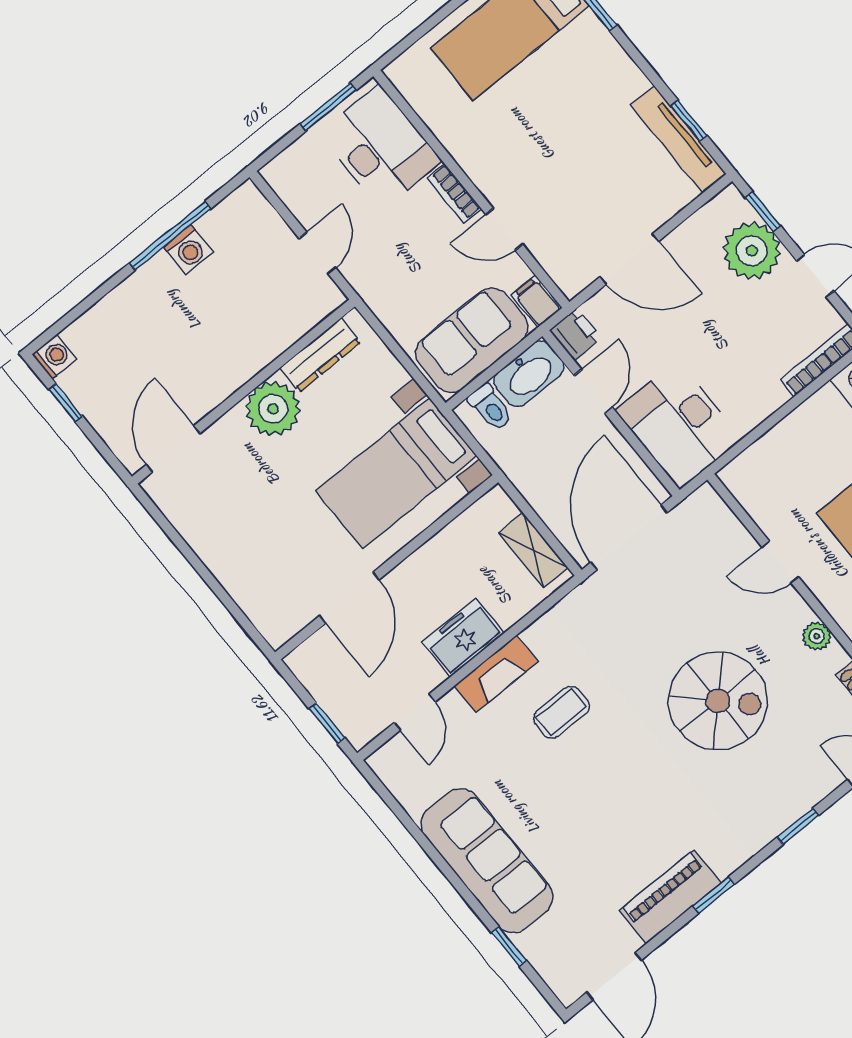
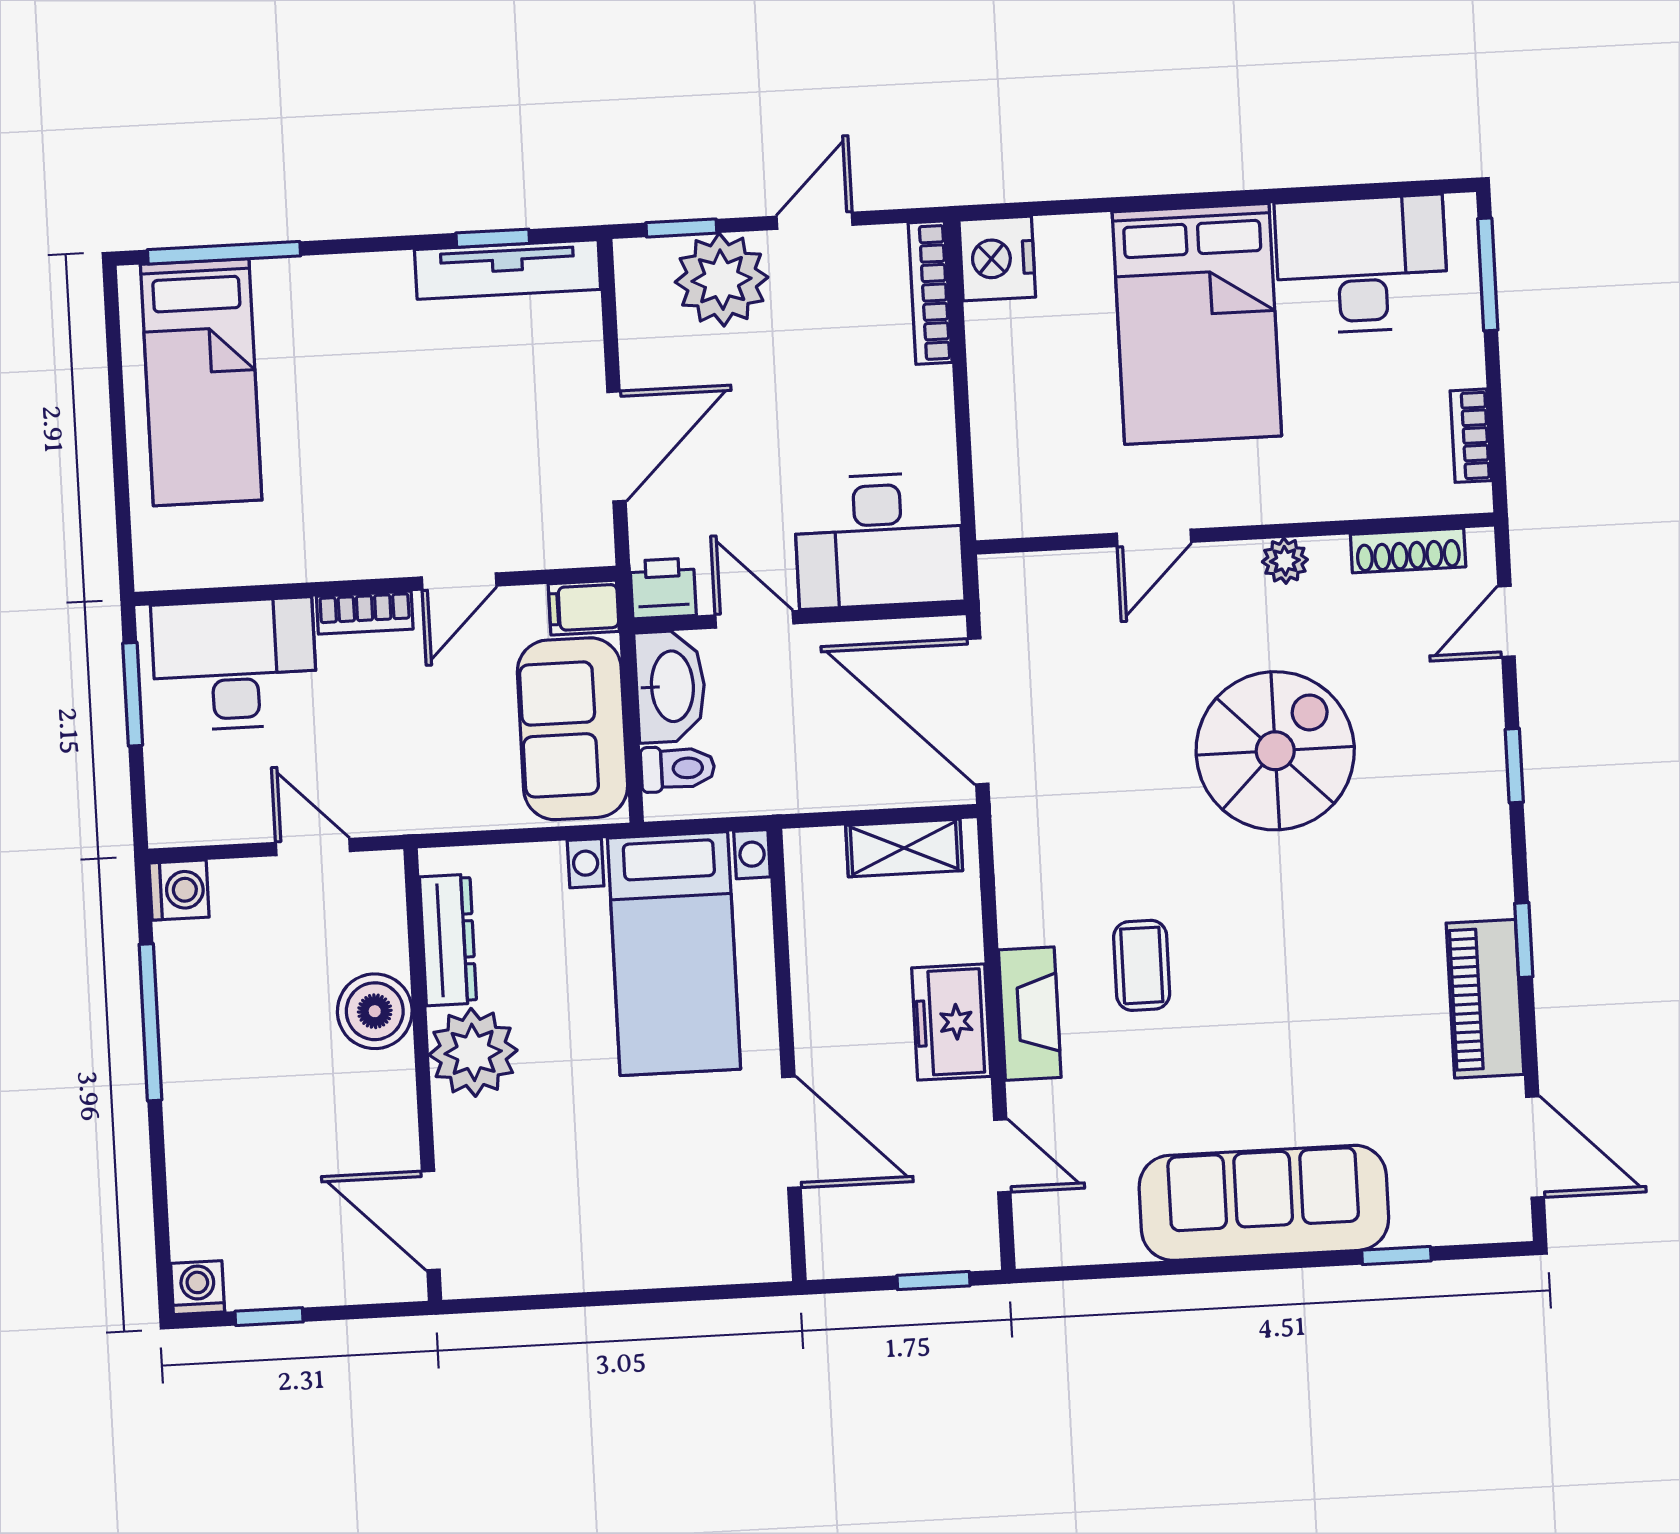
washing machine: (188, 250) -> (179, 890), moved
boiler: (258, 344) -> (375, 1011), added

